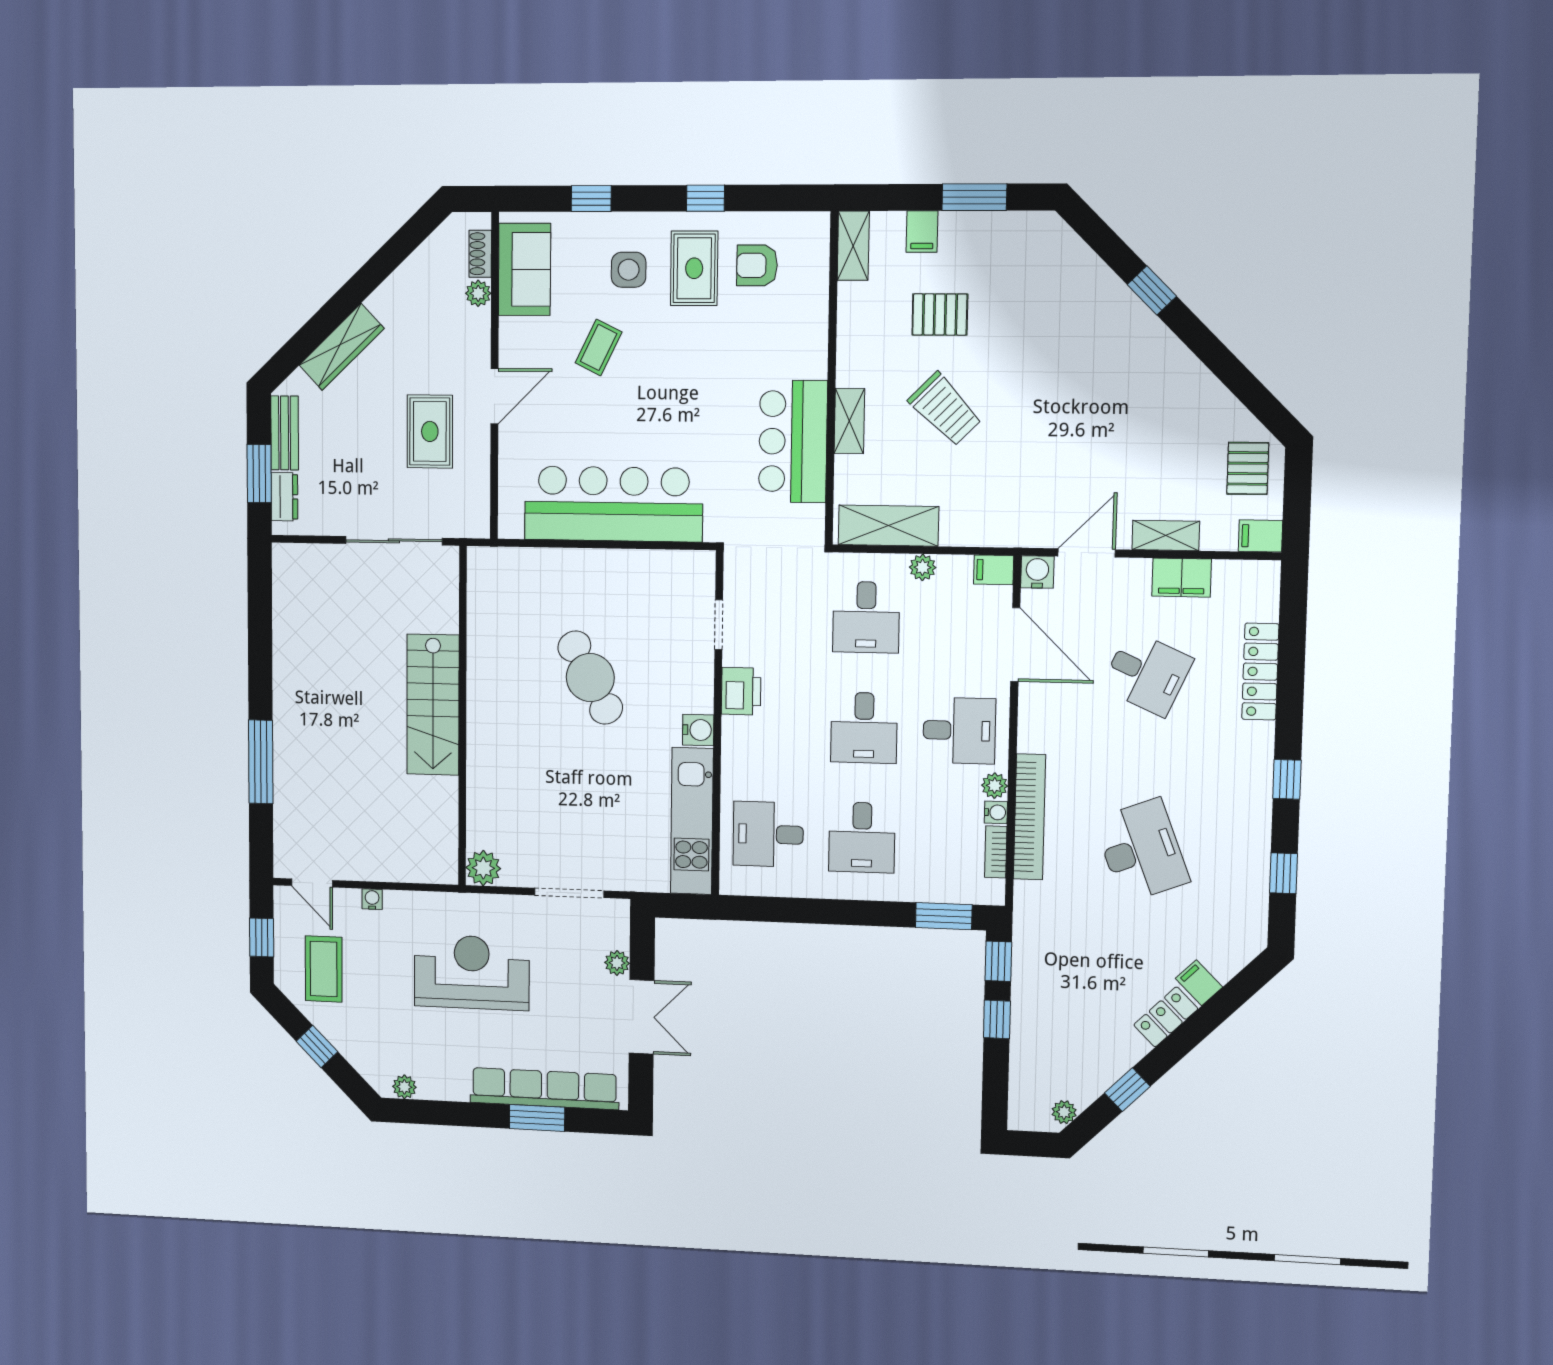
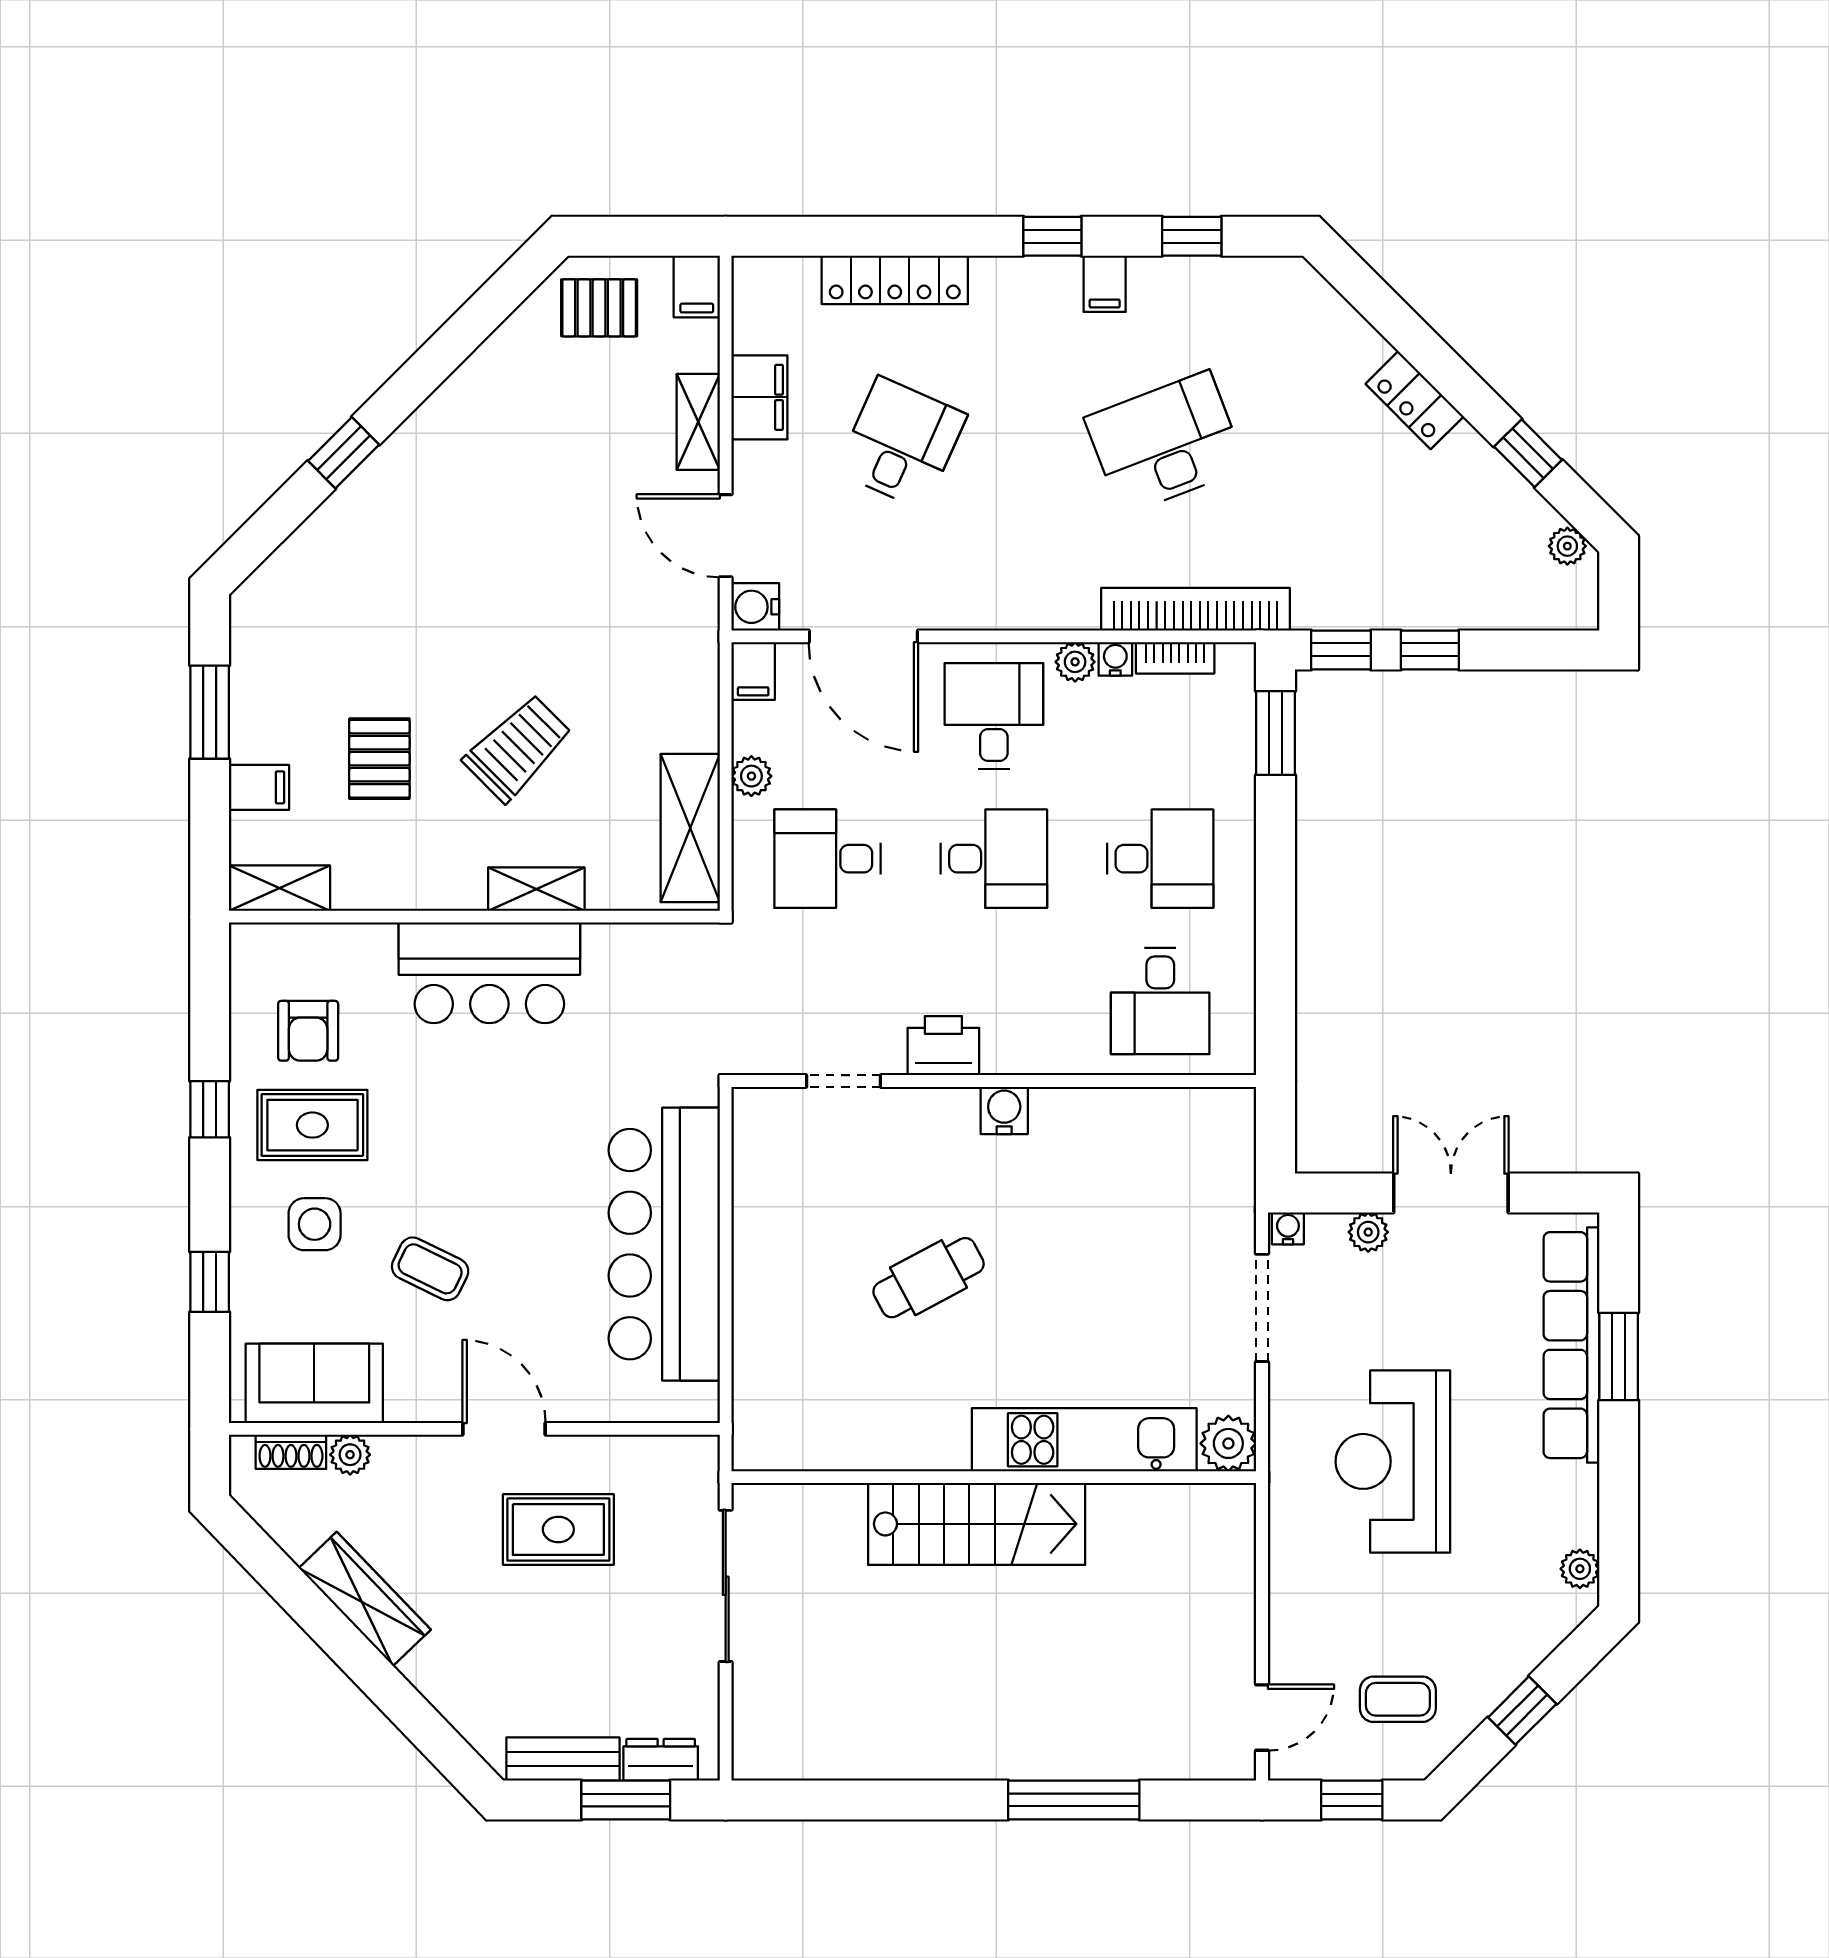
wardrobe: (342, 347) -> (365, 1599), moved
bar counter: (793, 441) -> (489, 973), moved
desk: (866, 617) -> (828, 859), turned 180
door: (1015, 645) -> (863, 636), swing flipped
cafe table: (590, 678) -> (929, 1278), width x0.73, depth x0.74
bookcase: (1029, 817) -> (1195, 609), moved
kitchen unit: (692, 821) -> (1084, 1440), moved, turned 180
water cooler: (372, 899) -> (1288, 1228), moved, turned 90
coffee table: (324, 969) -> (1398, 1699), width x0.73, depth x0.77
filing cabinet: (1199, 983) -> (1105, 284), moved, turned -45

